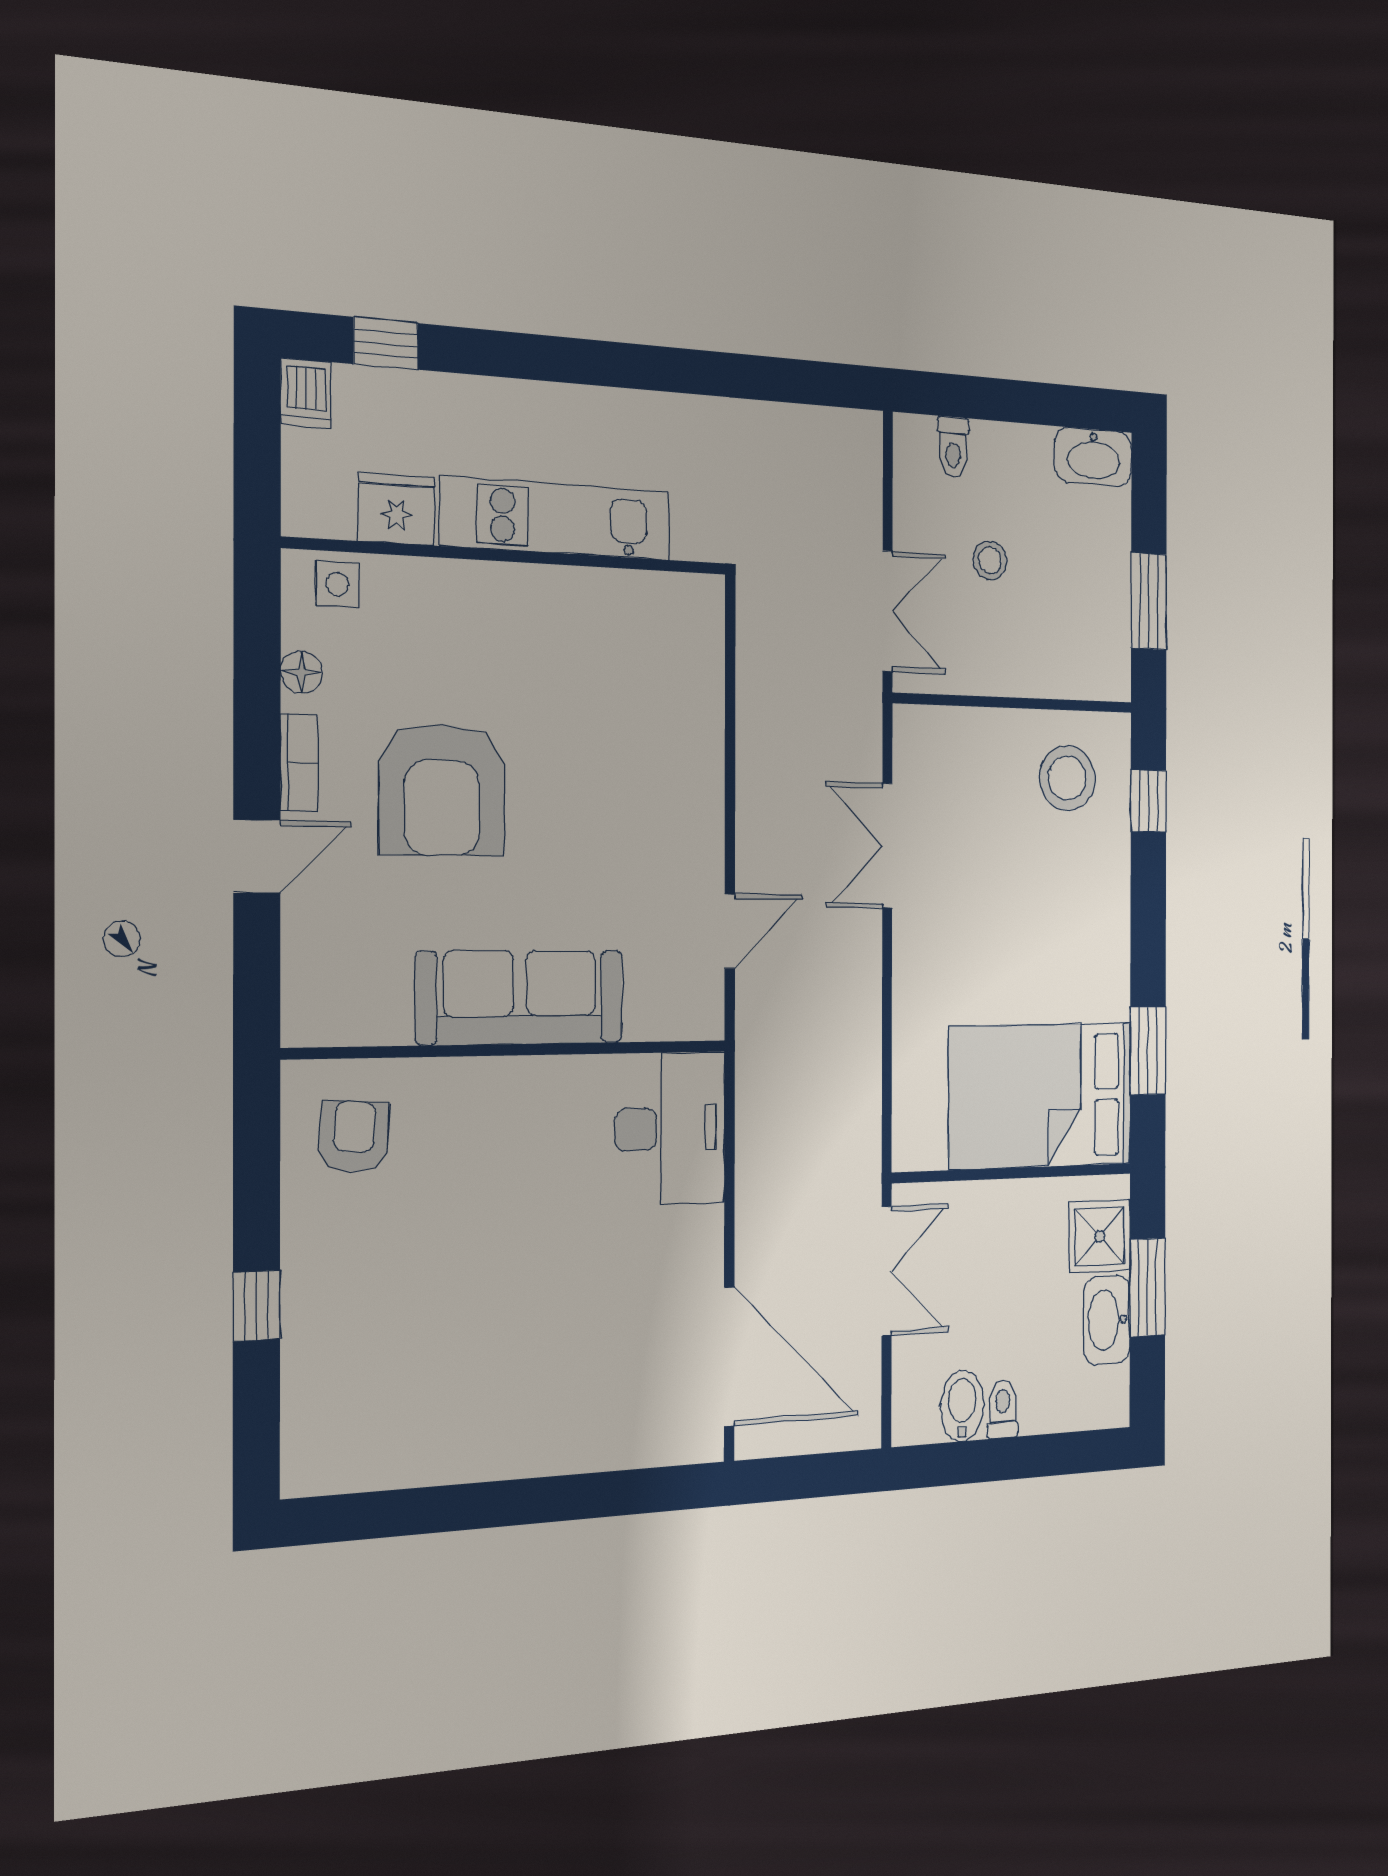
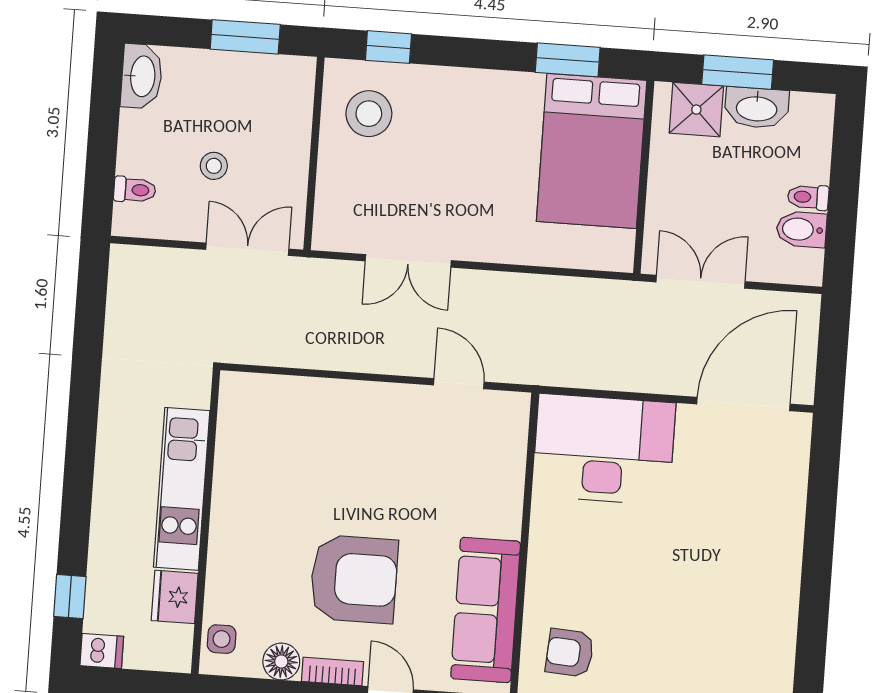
floor lamp: (301, 672) -> (281, 662), width x1.37, depth x1.37
sofa: (520, 997) -> (486, 610), moved
desk: (670, 1129) -> (604, 449), width x1.36, depth x1.30

